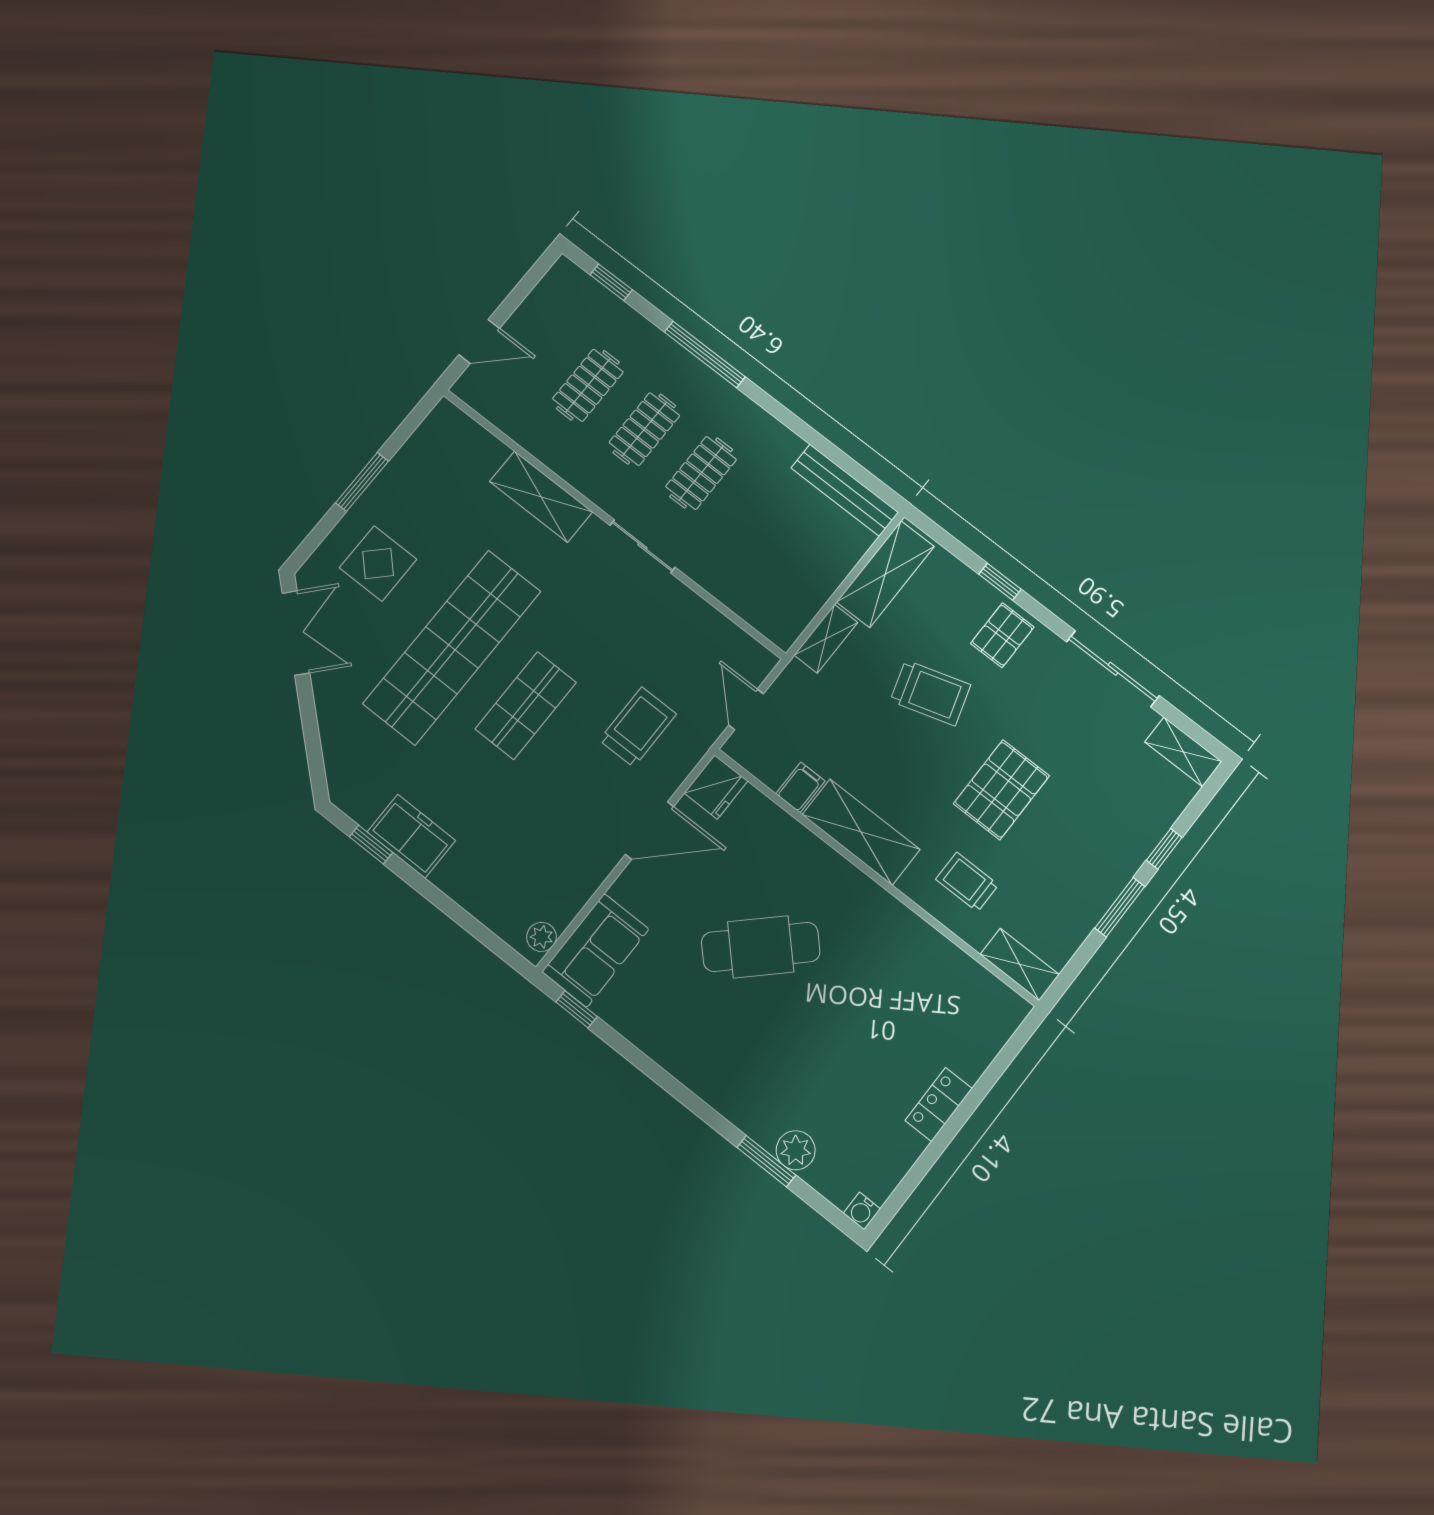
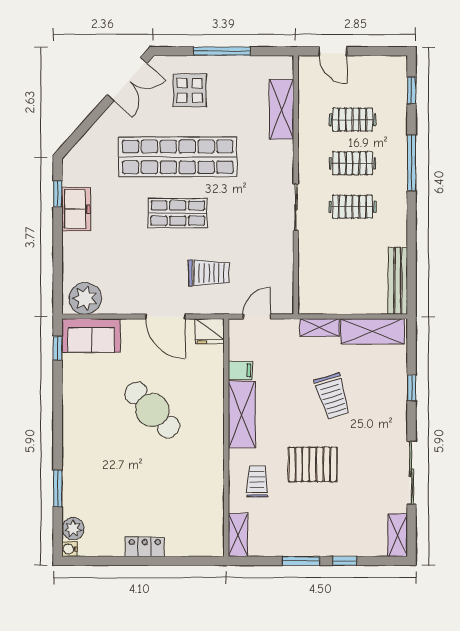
window: (362, 482) -> (222, 51), width x1.44
shelving: (541, 497) -> (282, 109), moved
pallet: (1002, 635) -> (387, 409), removed
plant: (541, 937) -> (85, 299), width x1.87, depth x1.87
plant: (796, 1150) -> (73, 529), moved

